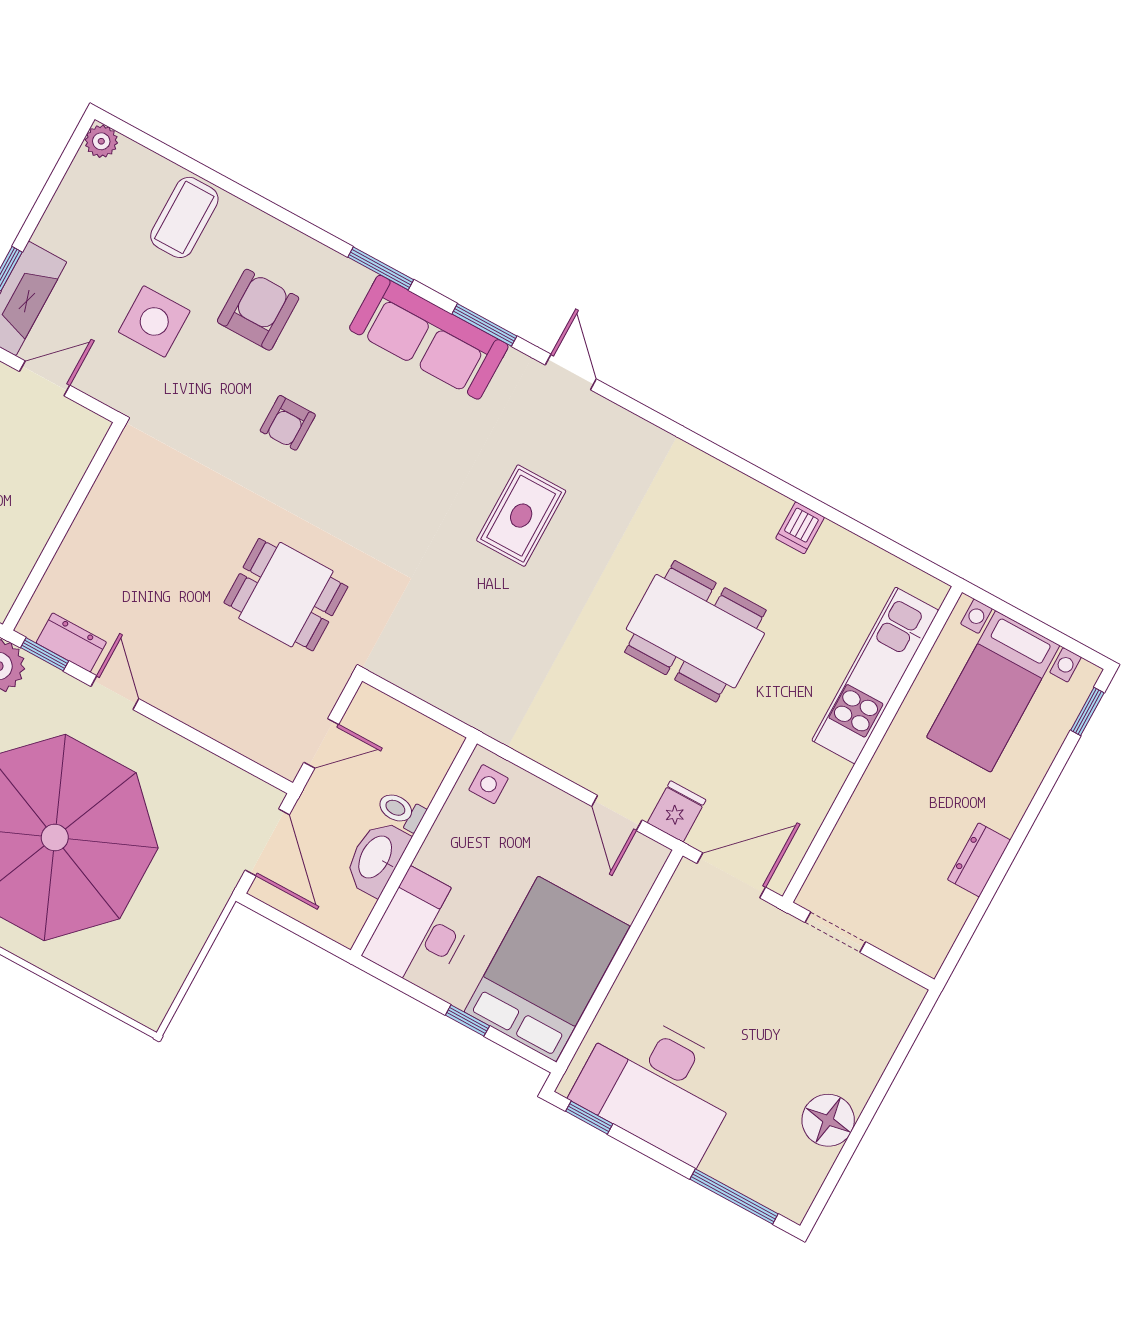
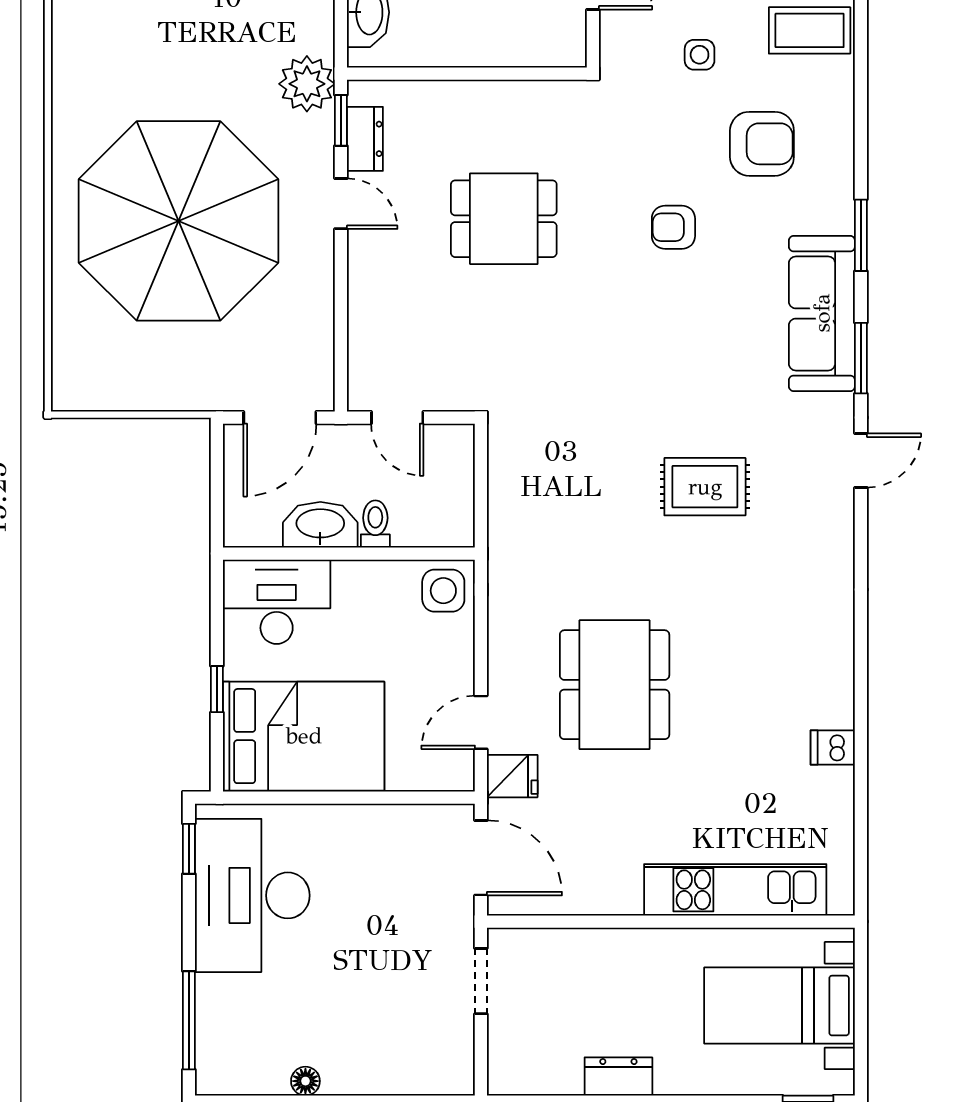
side table: (154, 321) -> (700, 55), width x0.54, depth x0.54
dining table: (286, 595) -> (504, 219), moved, turned 90
dining table: (695, 631) -> (615, 685), moved
door: (115, 693) -> (341, 204), hinge flipped
side table: (488, 784) -> (443, 591), width x1.37, depth x1.37
floor lamp: (828, 1120) -> (305, 1081), width x0.53, depth x0.53

